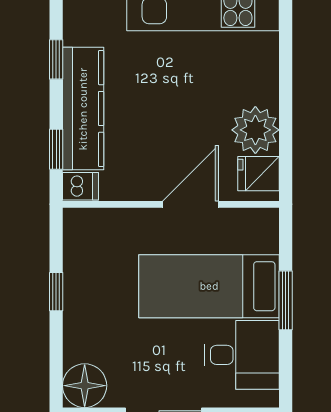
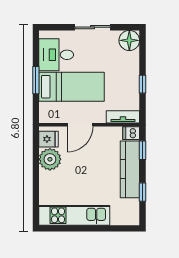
tv unit: (98, 221) -> (123, 117), added

